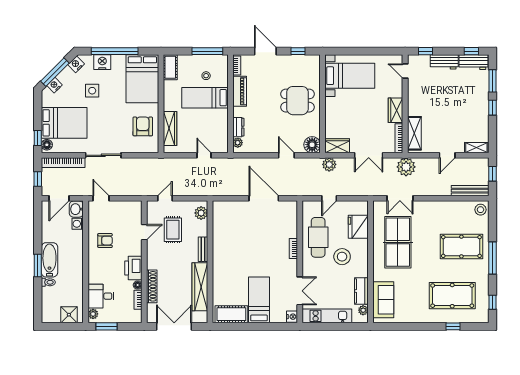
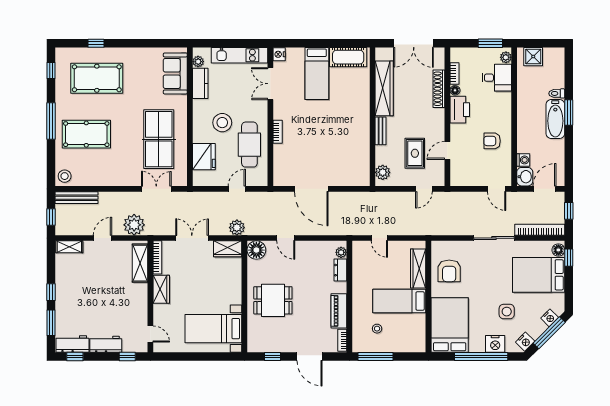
cot: (170, 67) -> (418, 338), removed
bed: (205, 98) -> (399, 301), moved, turned 180
plant: (406, 167) -> (134, 225), moved

